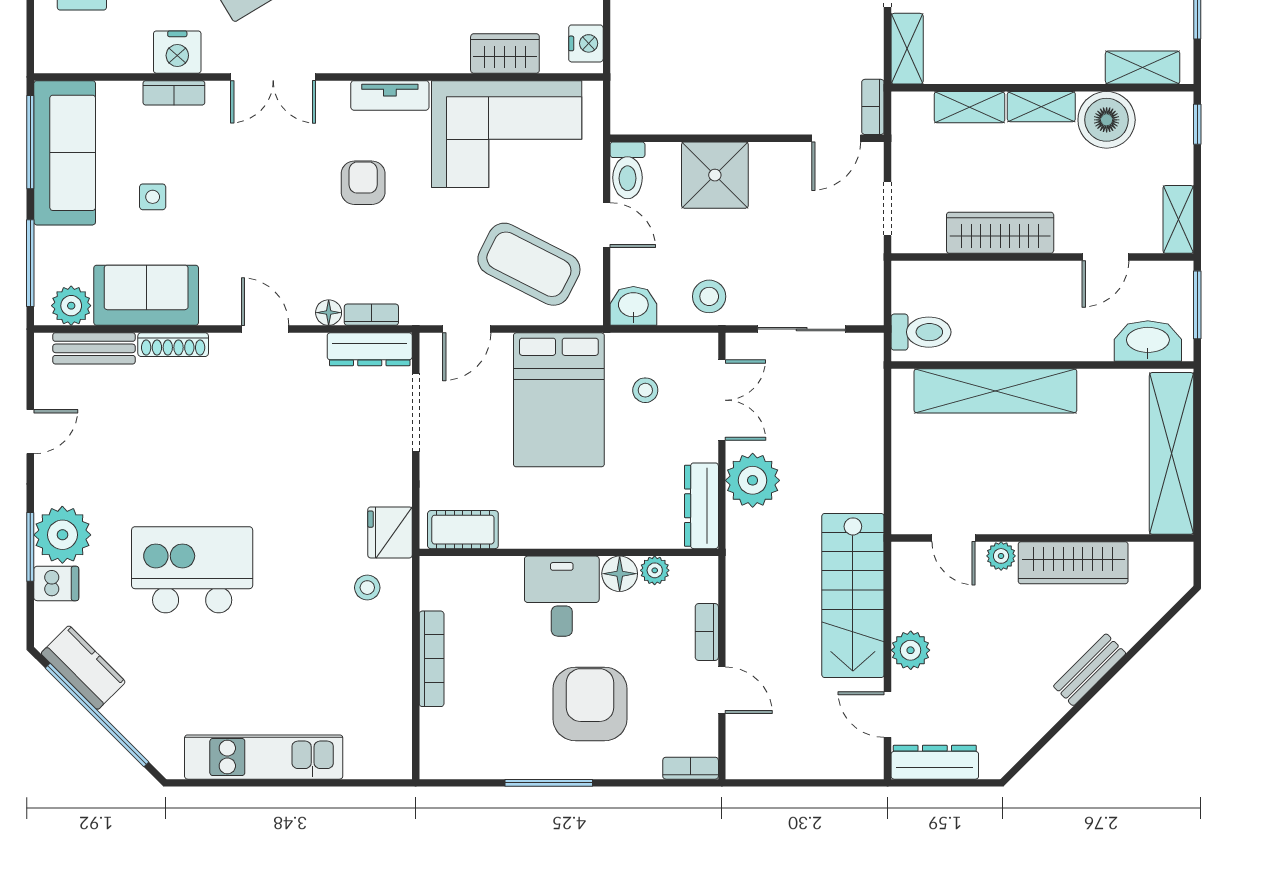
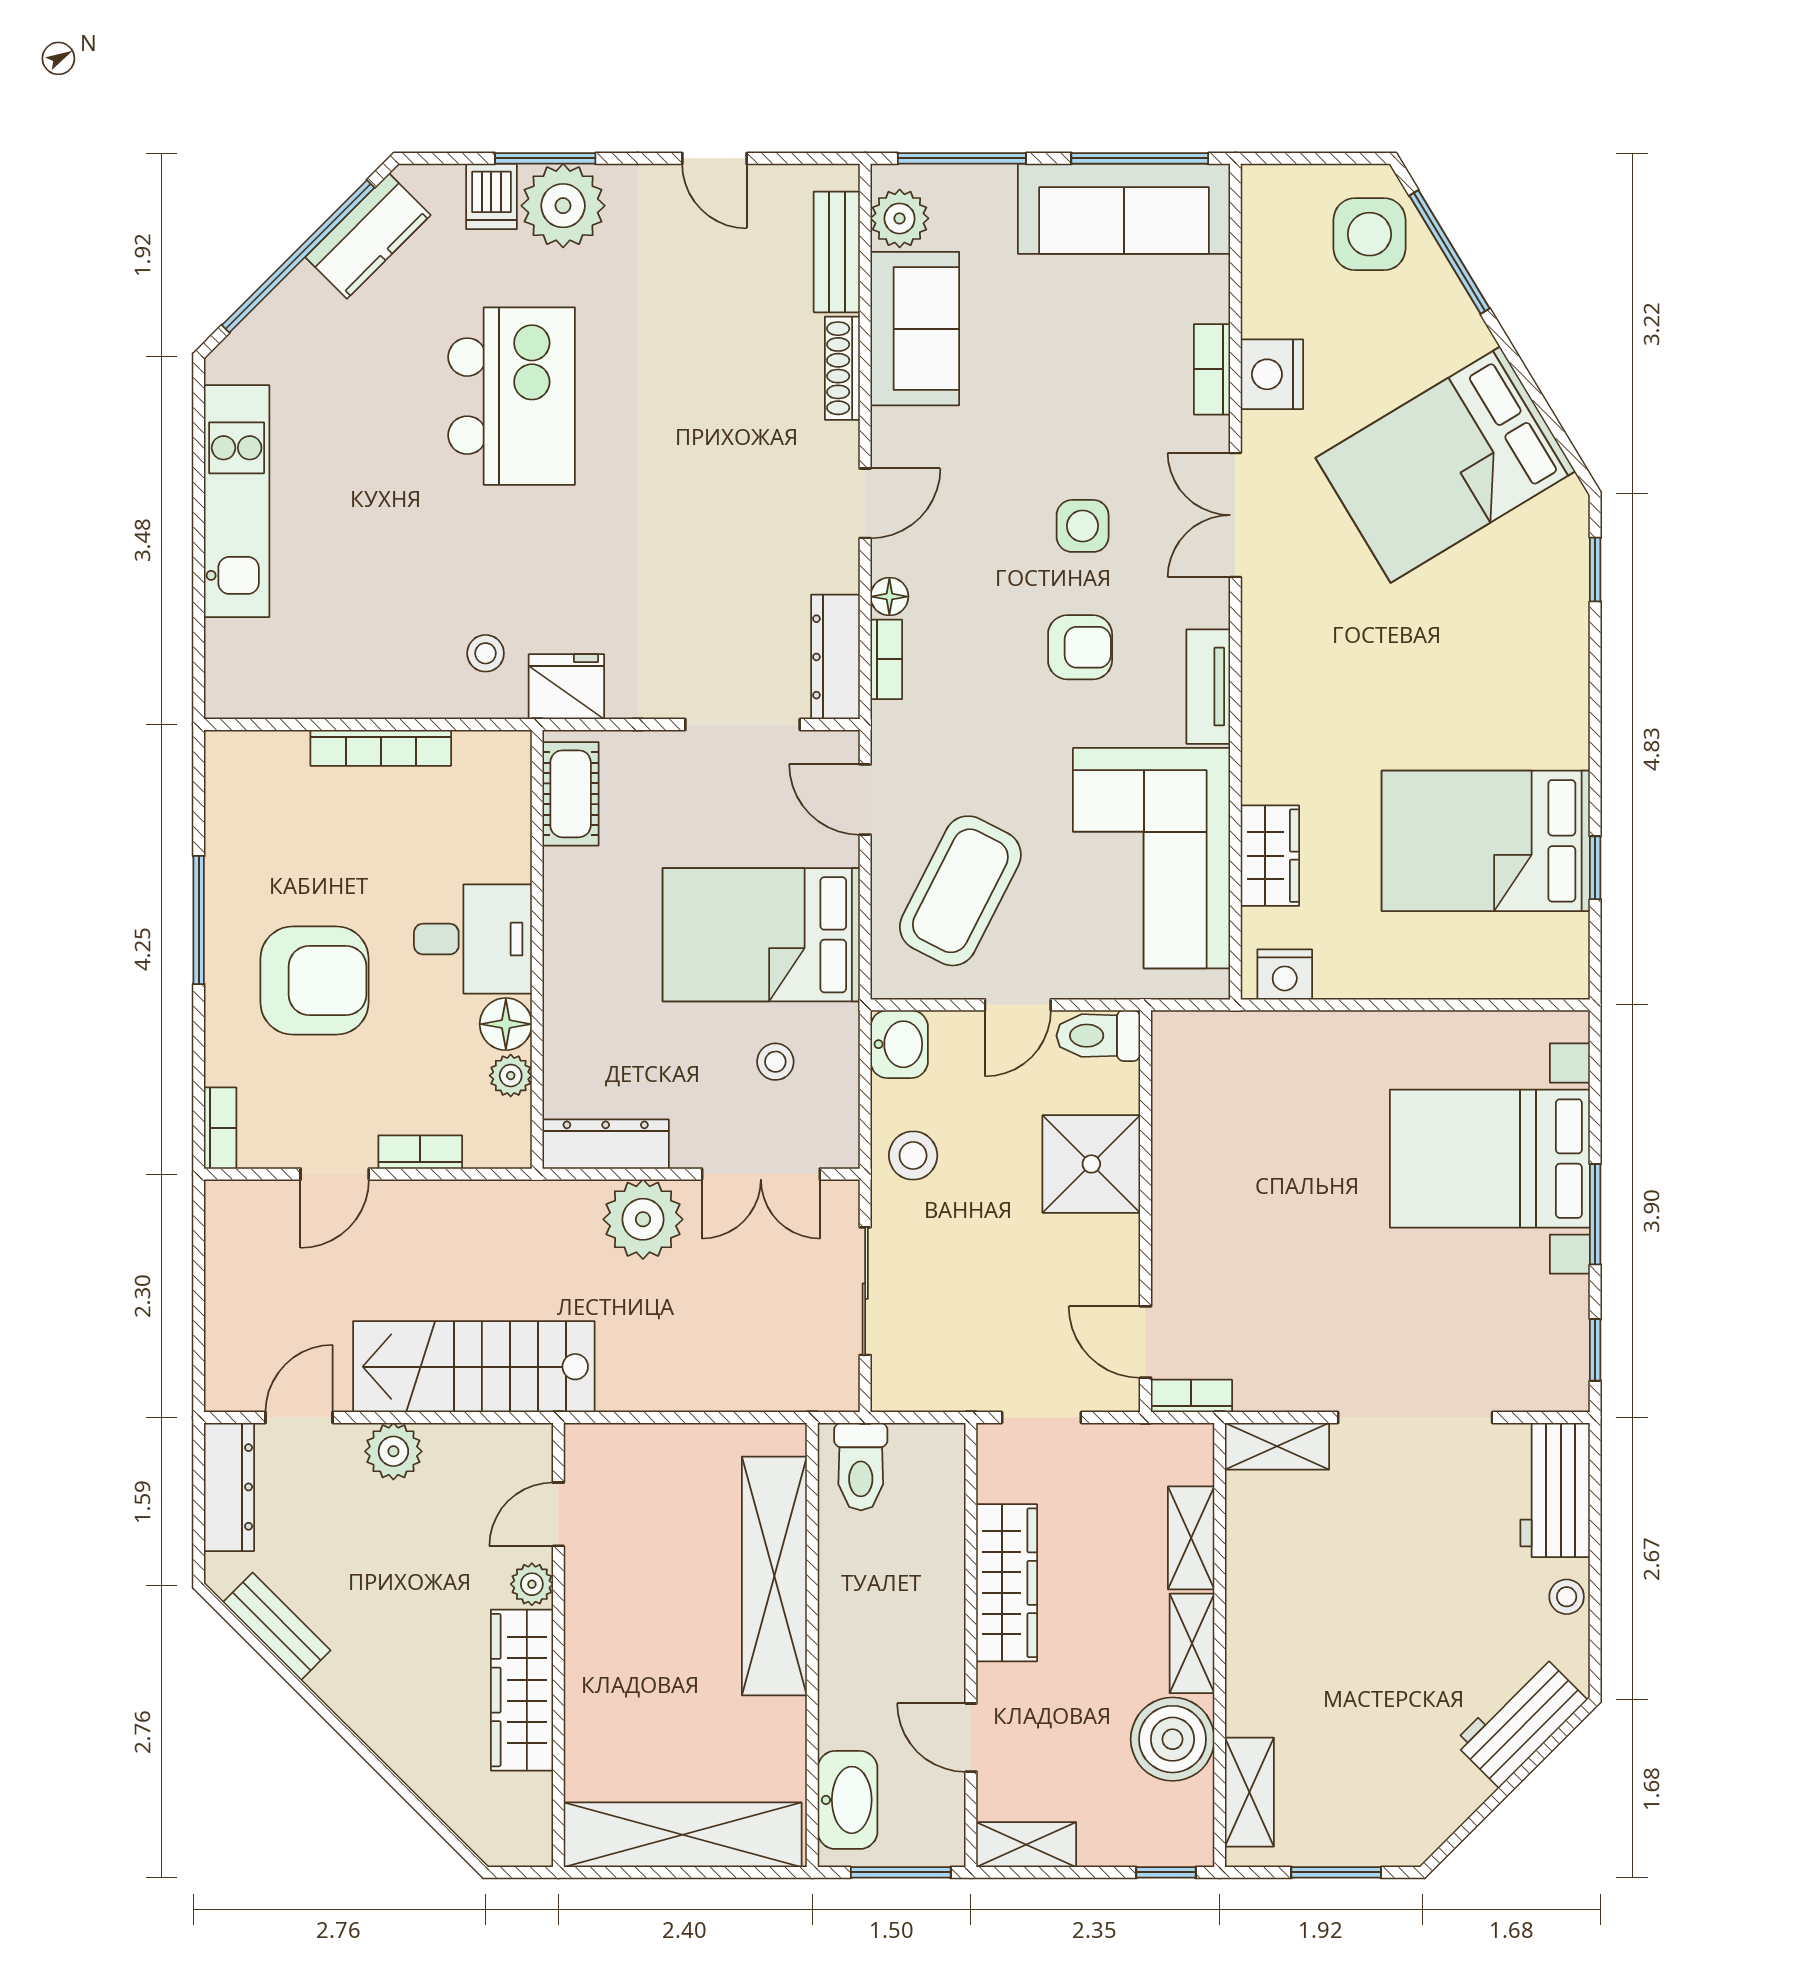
side table: (153, 197) -> (1083, 526), moved, width x1.37, depth x1.37
bench: (1090, 670) -> (277, 1626), moved

